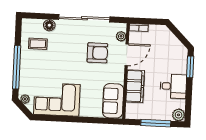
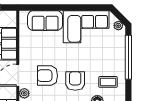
armchair: (70, 46) -> (75, 81), added
sofa: (113, 101) -> (45, 21), moved, turned 90

